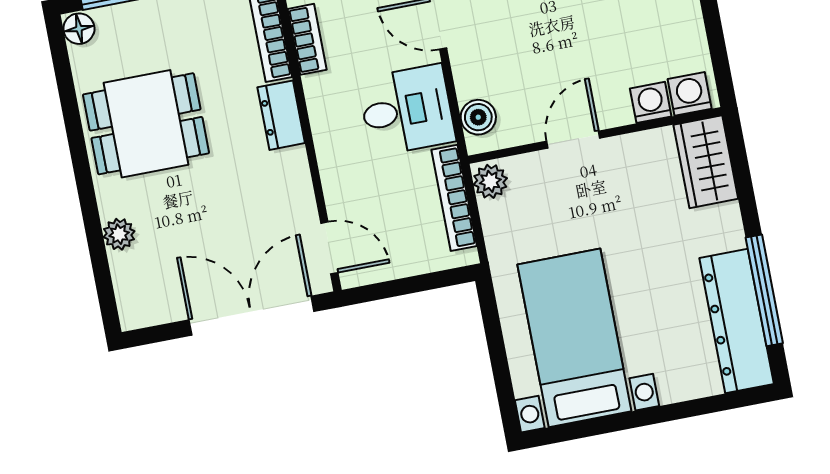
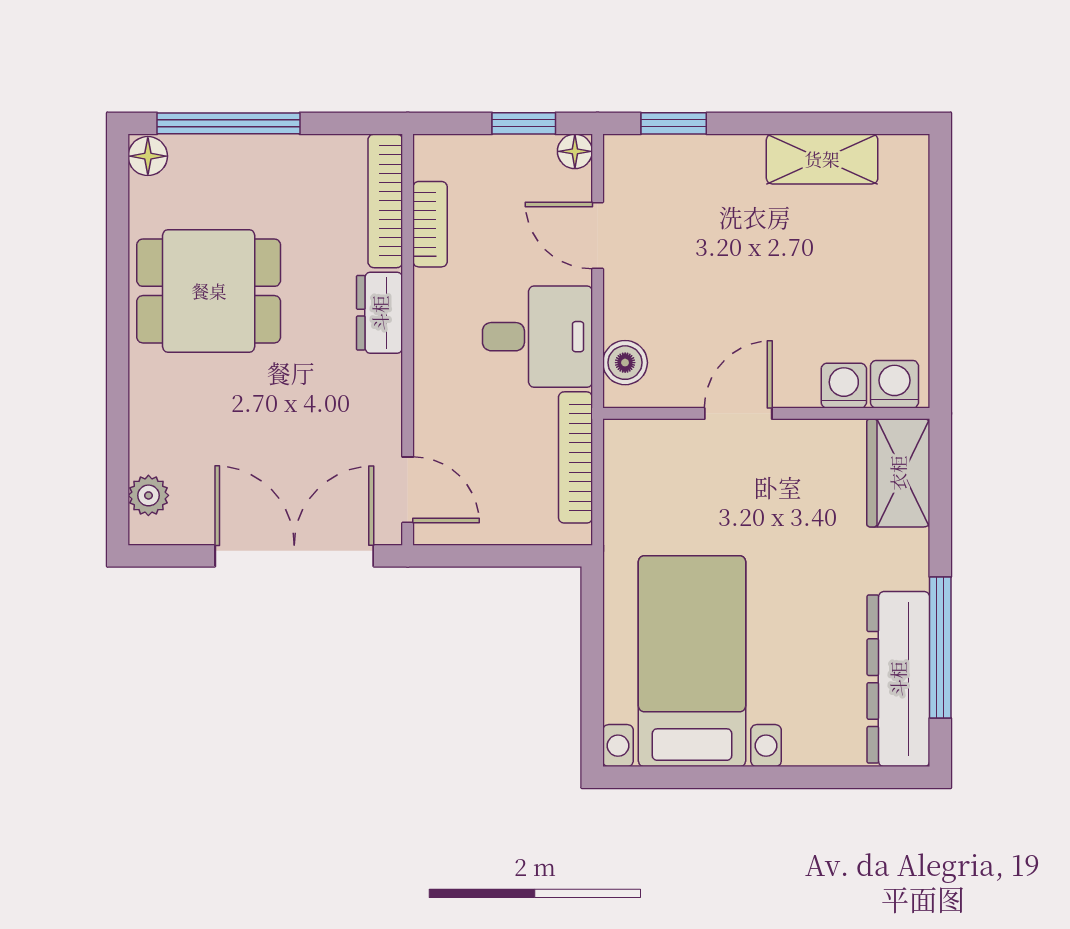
plant: (490, 181) -> (625, 446), removed
plant: (119, 234) -> (148, 495), moved

